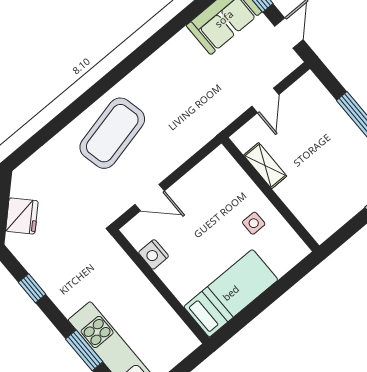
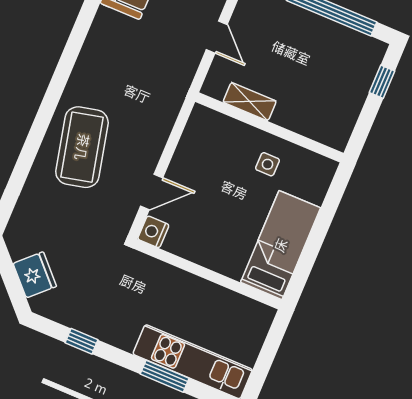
nightstand: (154, 254) -> (153, 232), moved, turned 90

